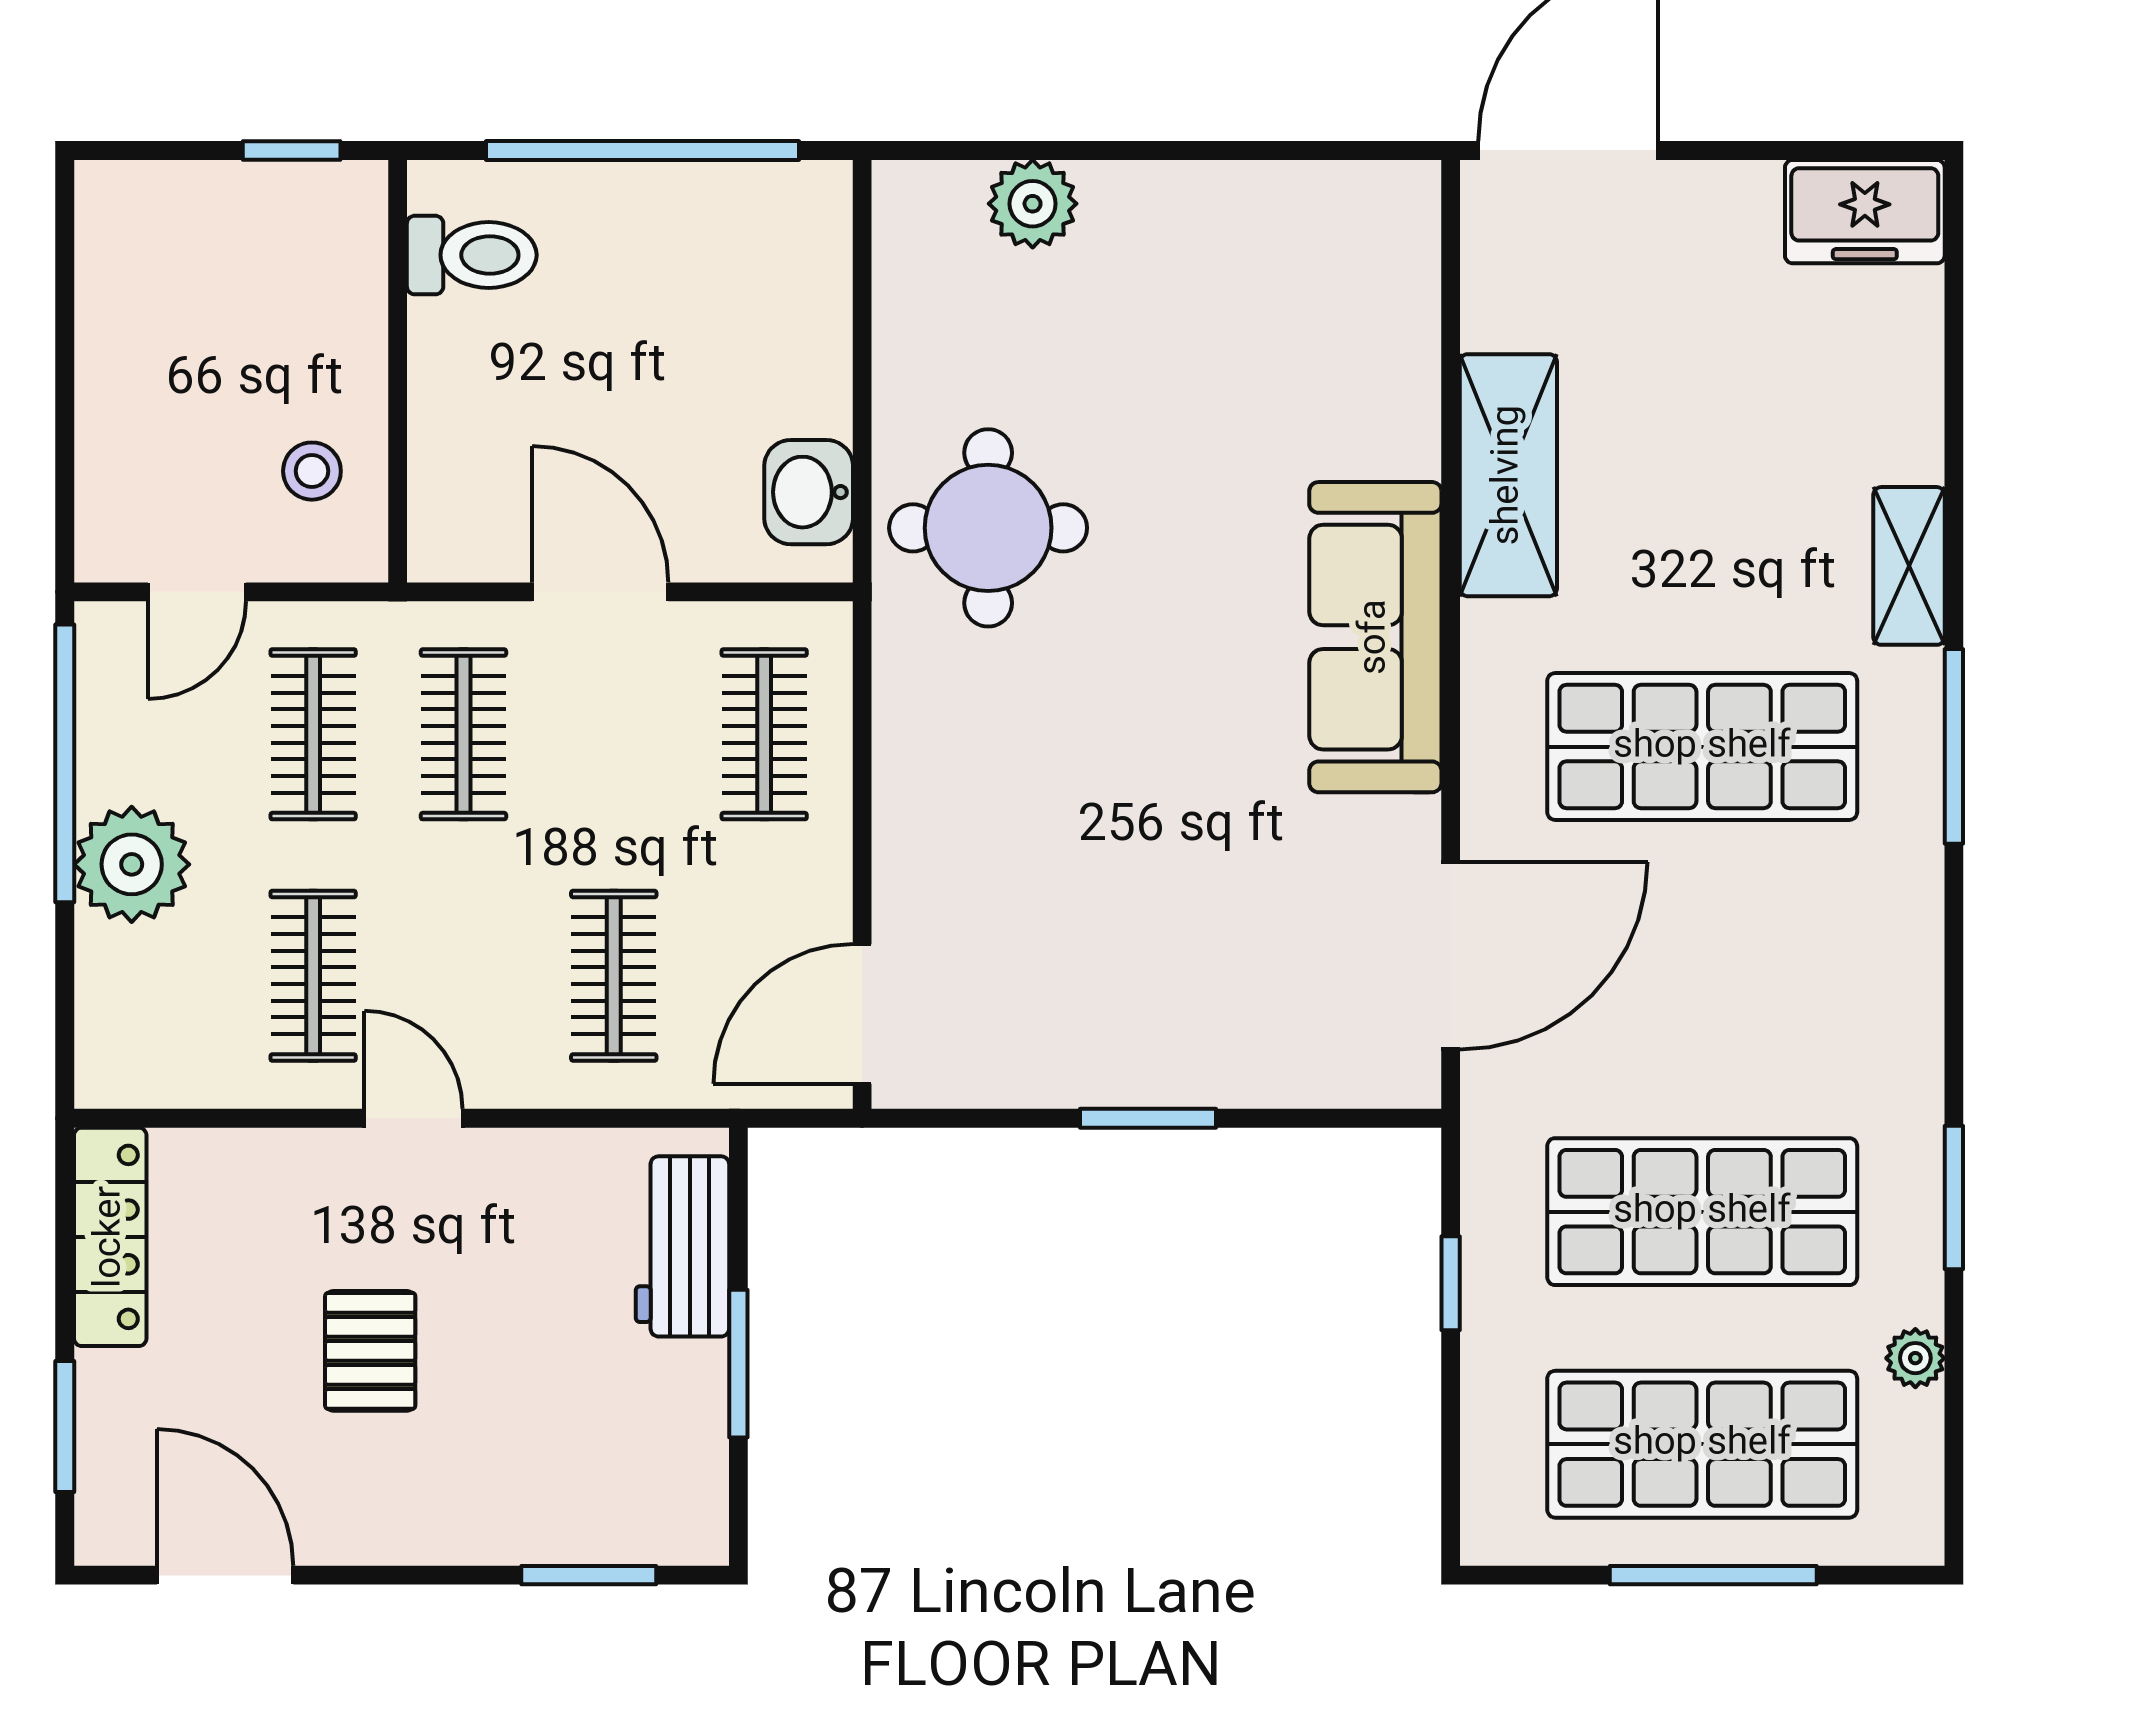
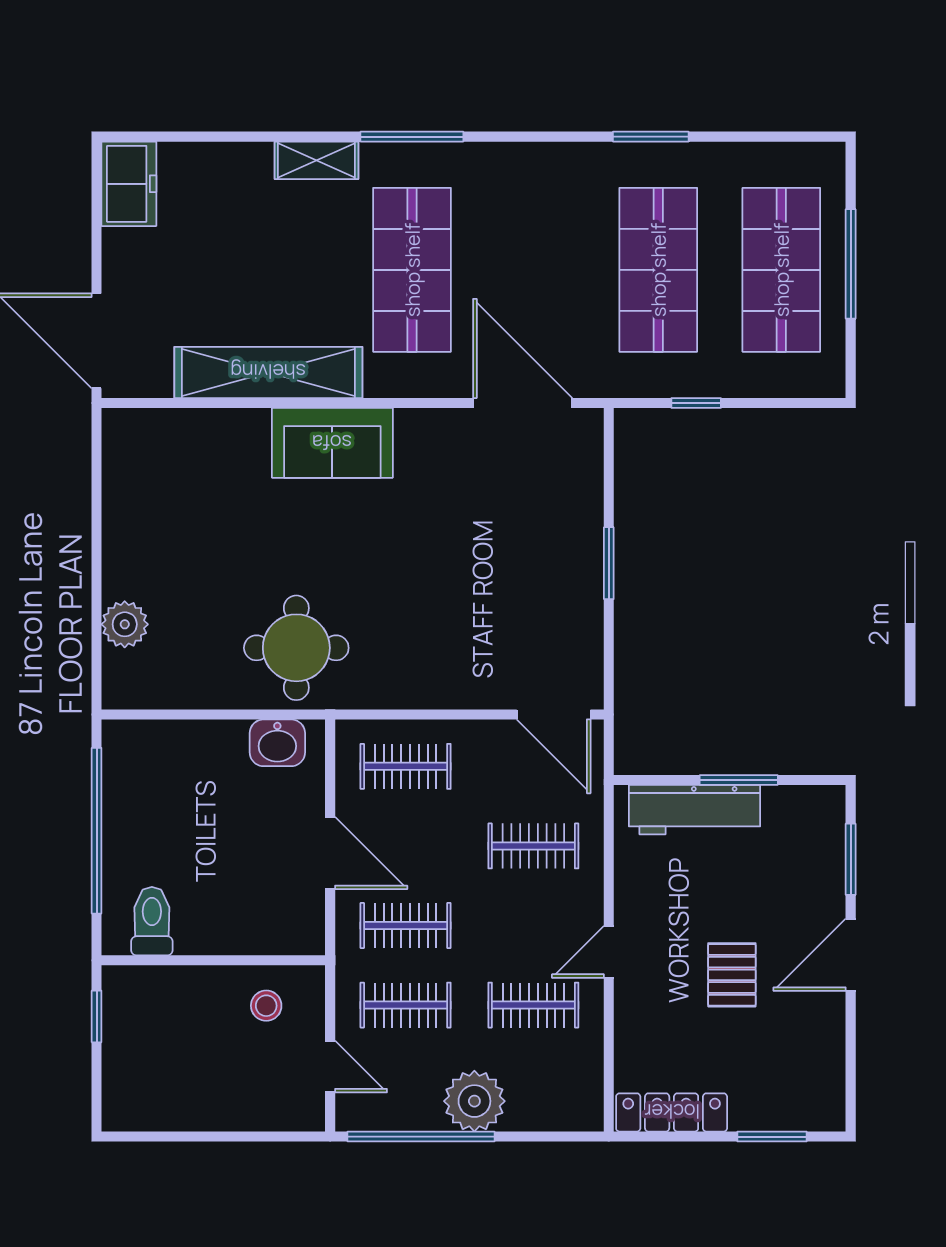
shelving: (1508, 475) -> (268, 372), width x1.47
door: (600, 592) -> (330, 853), swing flipped
sofa: (1375, 637) -> (332, 443), width x0.73
workbench: (682, 1246) -> (695, 810), width x1.37
pallet: (370, 1351) -> (732, 975), turned 90
plant: (1915, 1358) -> (736, 157), removed
door: (225, 1575) -> (851, 955), moved

